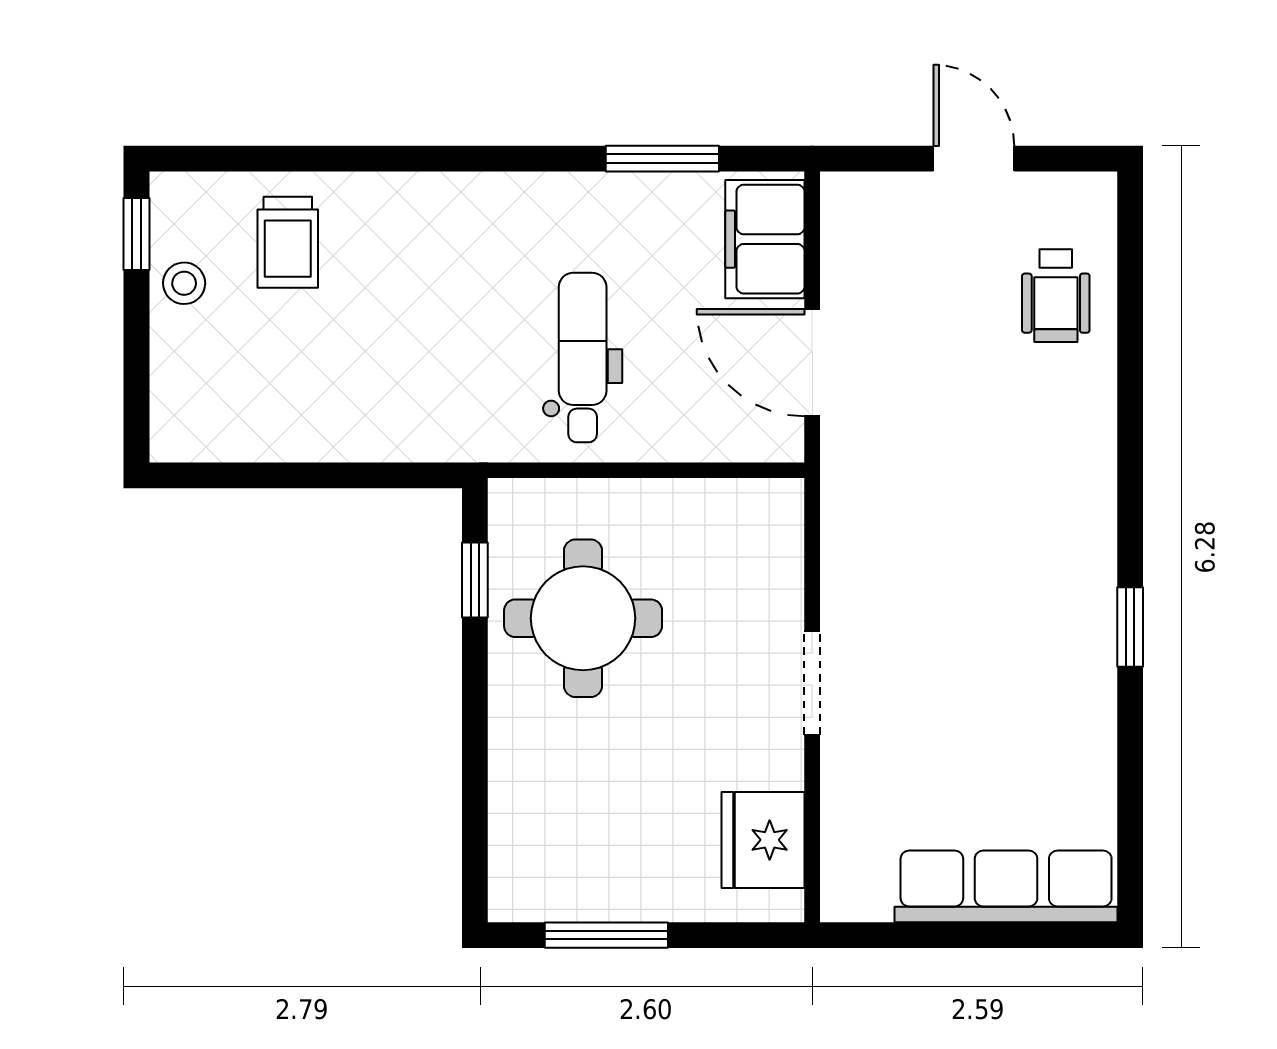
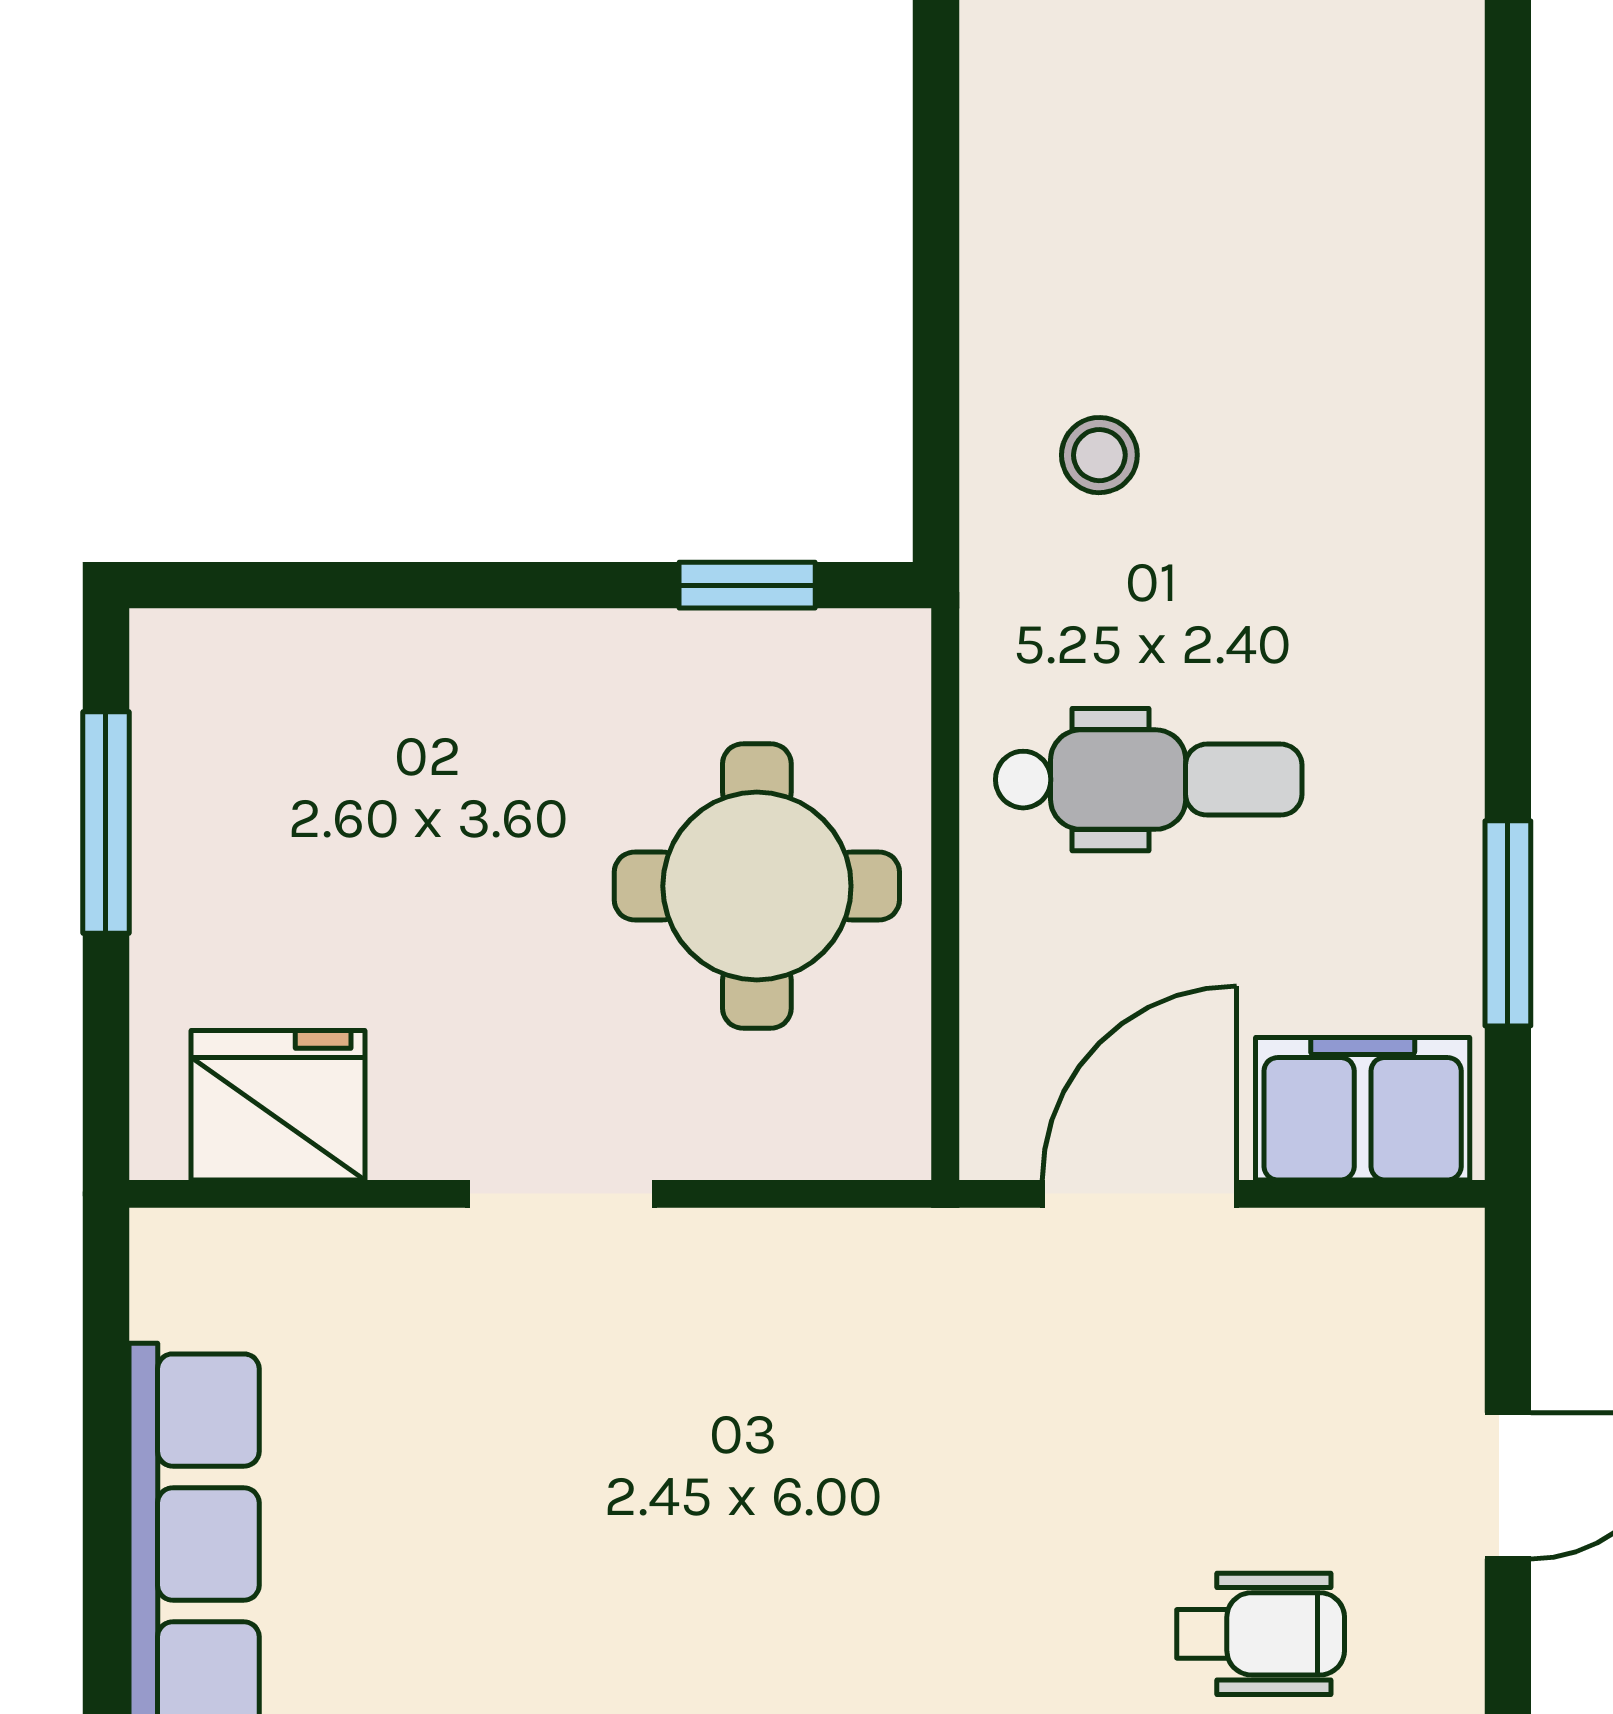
trolley: (288, 242) -> (1357, 247), removed
stool: (184, 283) -> (1099, 455), moved
wheelchair: (1056, 296) -> (1261, 1634), turned 180
round table: (583, 618) -> (757, 886), moved

